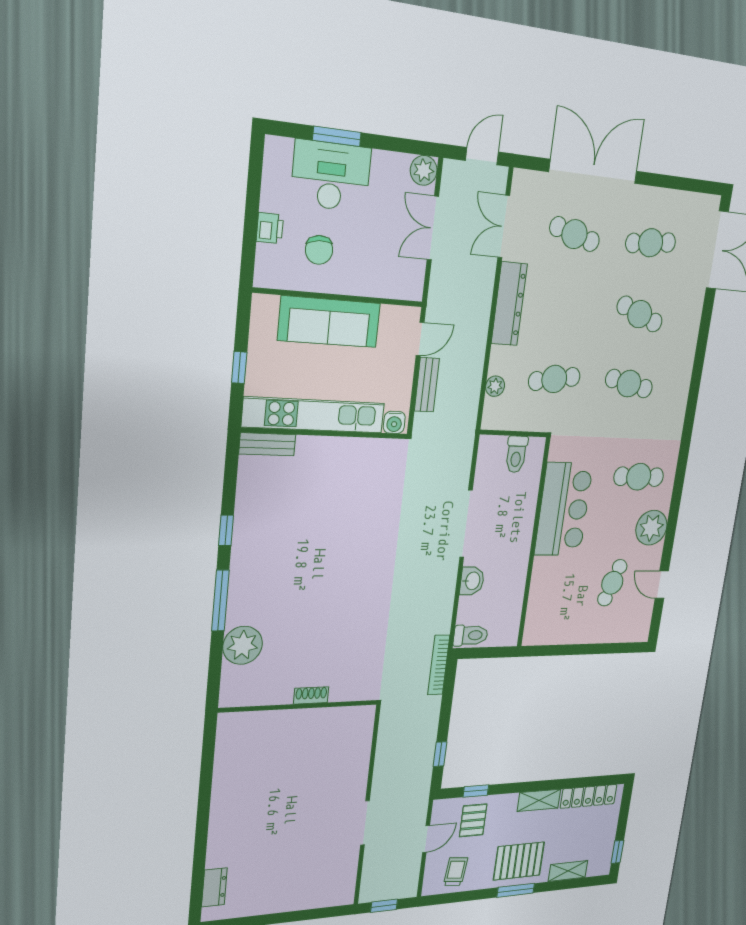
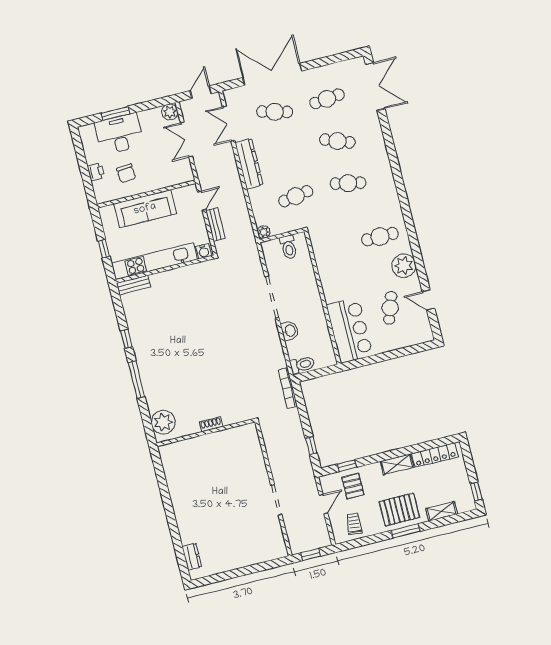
plant: (495, 386) -> (264, 232), moved
bar counter: (564, 509) -> (350, 330), moved
plant: (243, 645) -> (163, 422), moved

